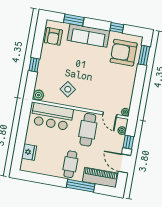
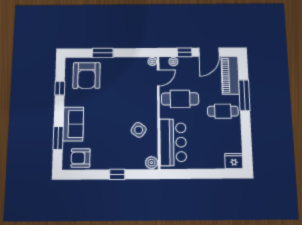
armchair: (53, 36) -> (81, 158), turned 180
sofa: (88, 36) -> (73, 124), width x0.73
window: (144, 55) -> (103, 53), moved
fridge: (29, 152) -> (234, 161), moved

